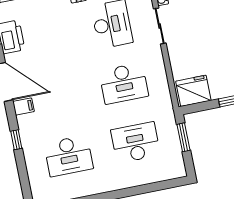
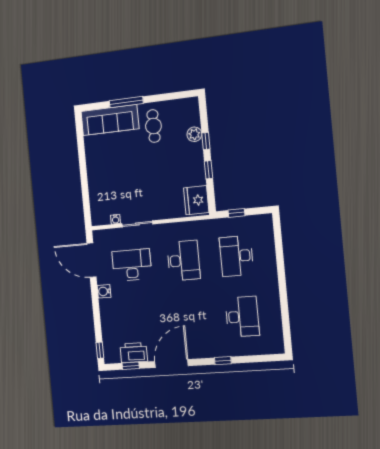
filing cabinet: (23, 107) -> (194, 350), removed
window: (184, 137) -> (236, 213), width x0.67

